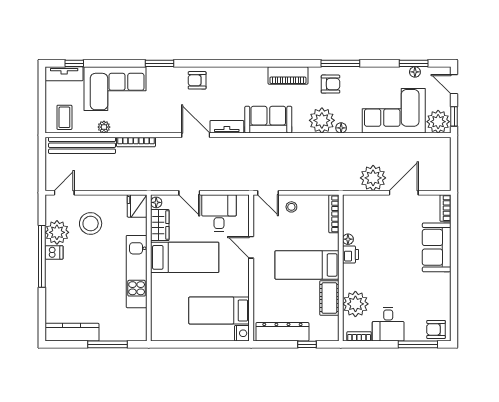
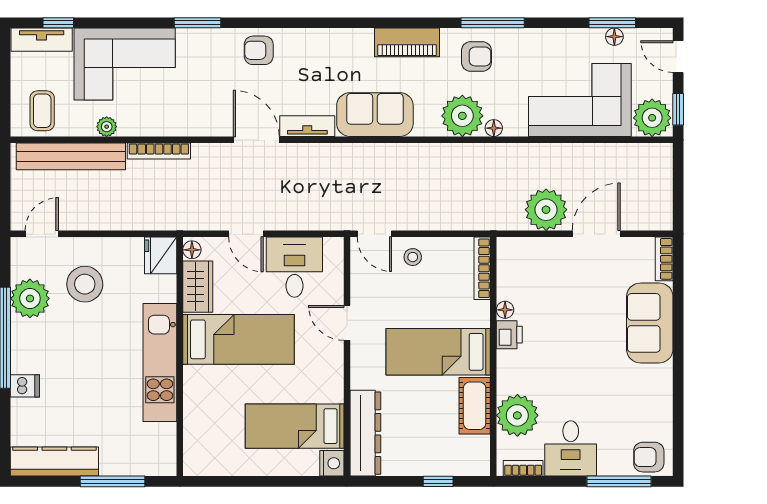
dishwasher: (54, 252) -> (25, 386), moved
dresser: (282, 332) -> (365, 433), moved, turned 90

